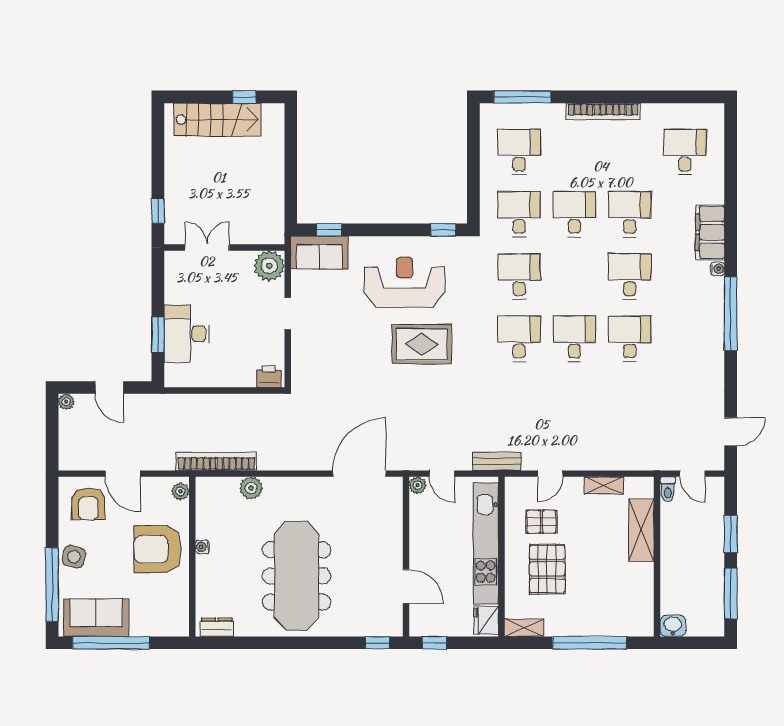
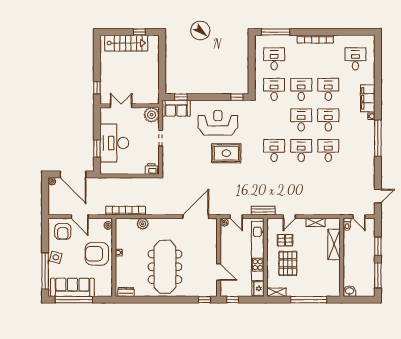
desk: (519, 276) -> (301, 120), moved
desk: (187, 334) -> (114, 143), width x1.36, depth x1.30
door: (109, 387) -> (73, 174), width x1.88
sofa: (96, 618) -> (72, 287), width x1.36

